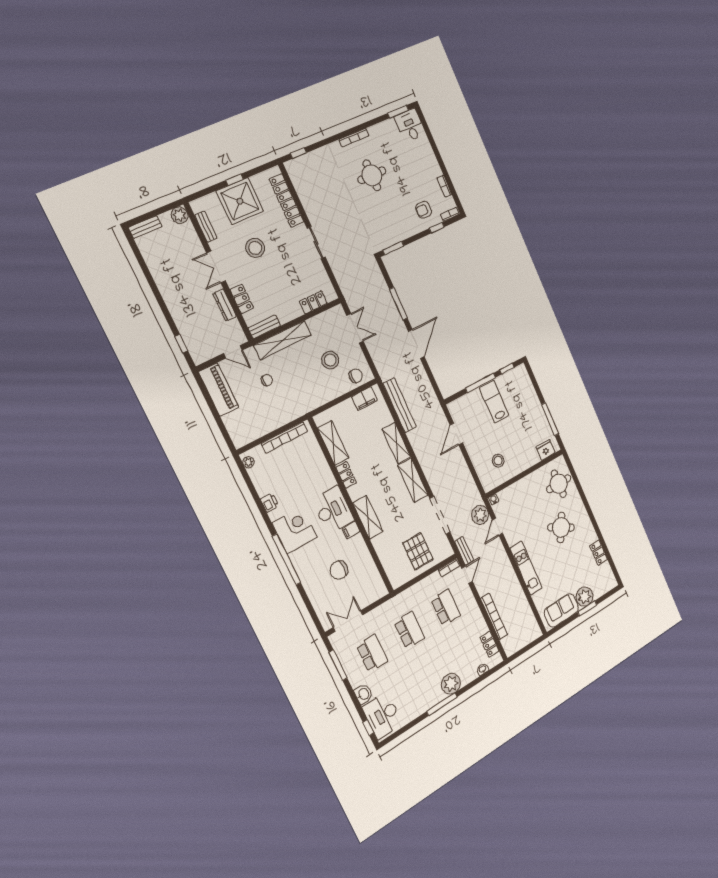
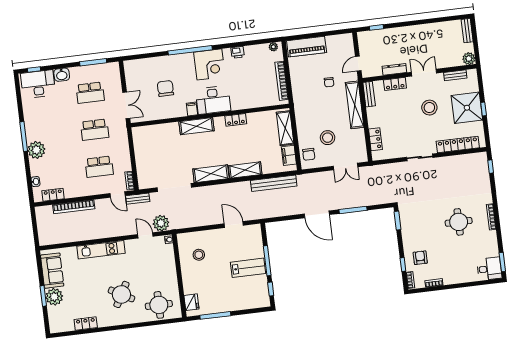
piano: (219, 390) -> (307, 47), moved
shelving: (333, 443) -> (285, 128), moved, turned 90
pallet: (418, 551) -> (154, 159), removed
double door: (348, 621) -> (126, 105), moved

